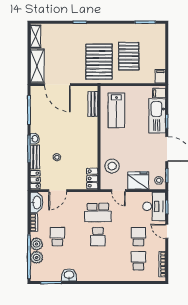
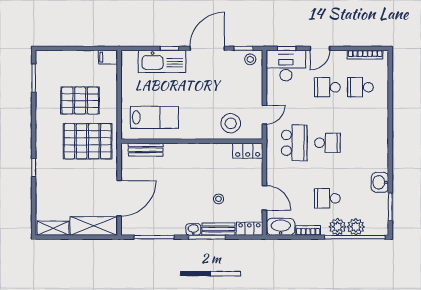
filing cabinet: (159, 93) -> (131, 59), removed
fridge: (138, 181) -> (251, 88), removed

